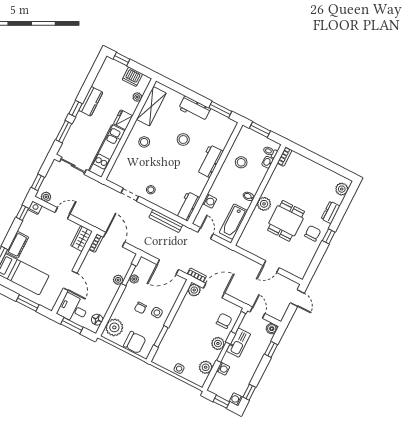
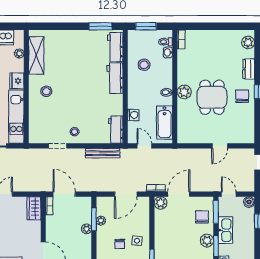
workbench: (195, 109) -> (115, 47), moved, turned 90
stool: (183, 140) -> (81, 71), removed

